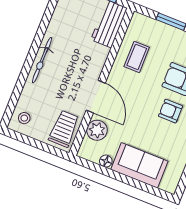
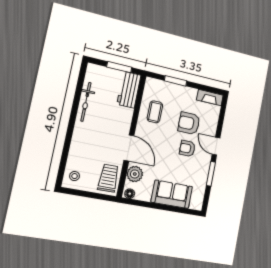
bicycle: (42, 60) -> (86, 102), moved
floor lamp: (106, 161) -> (130, 194), moved

